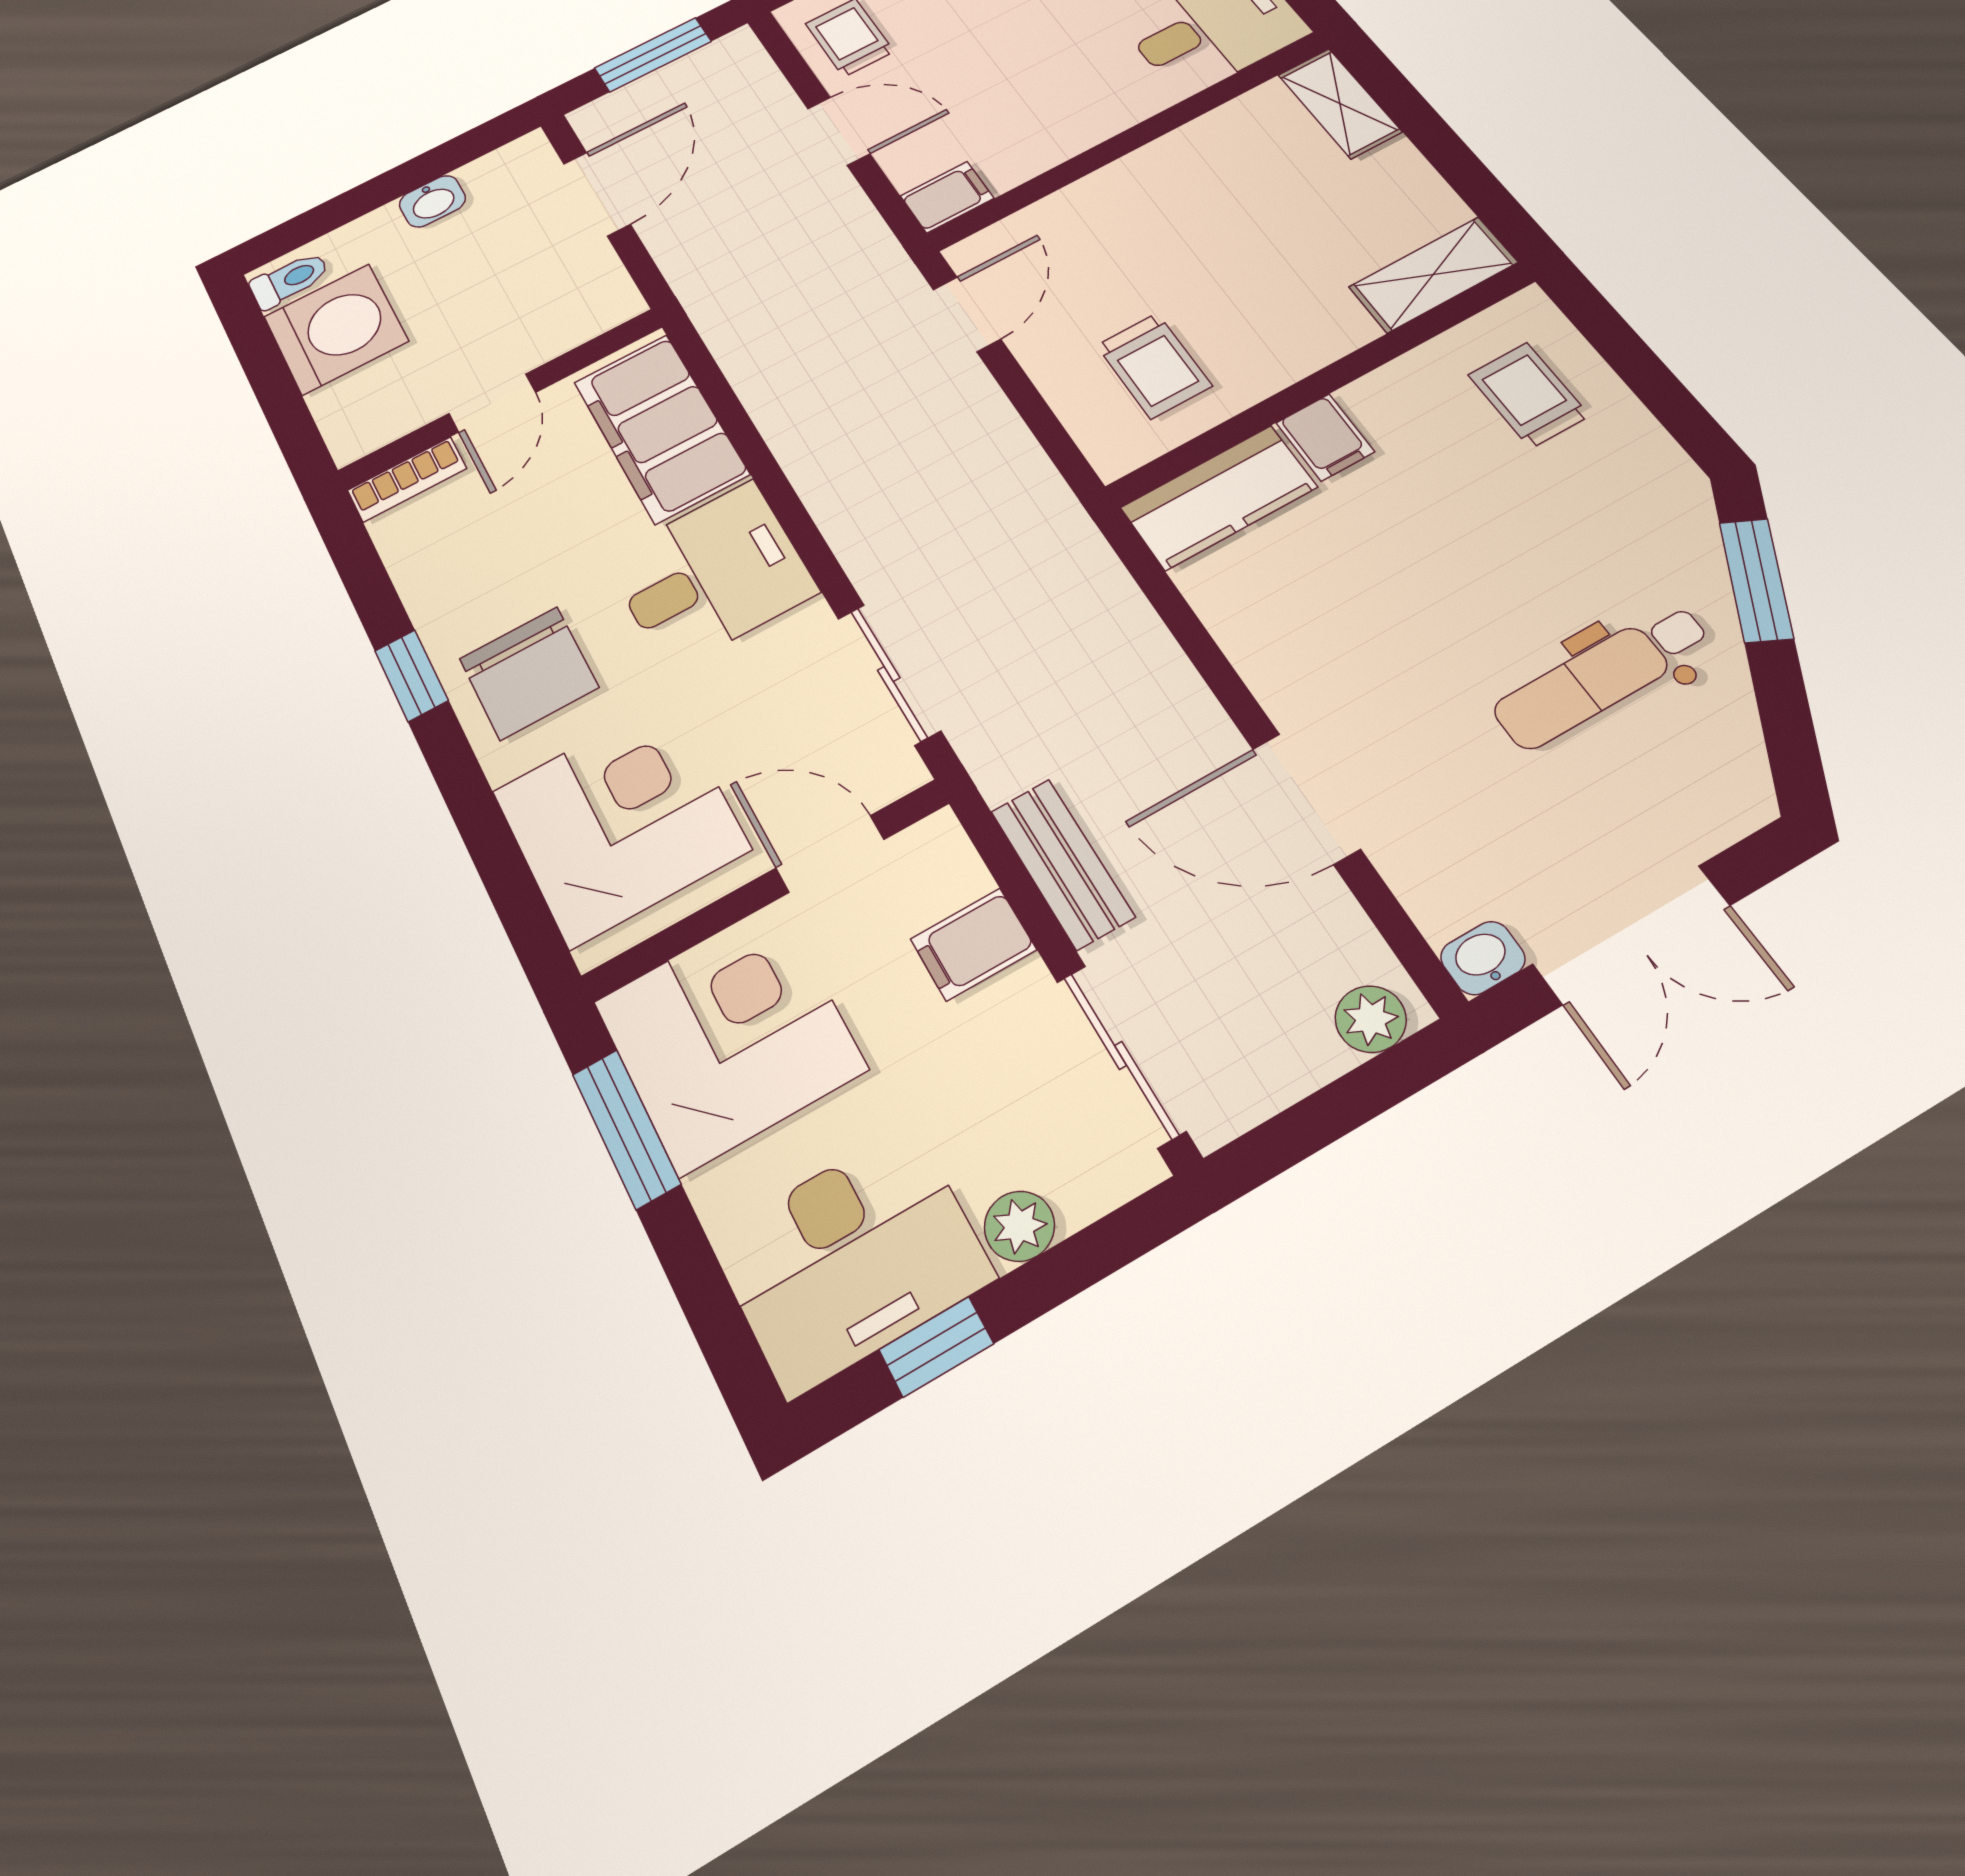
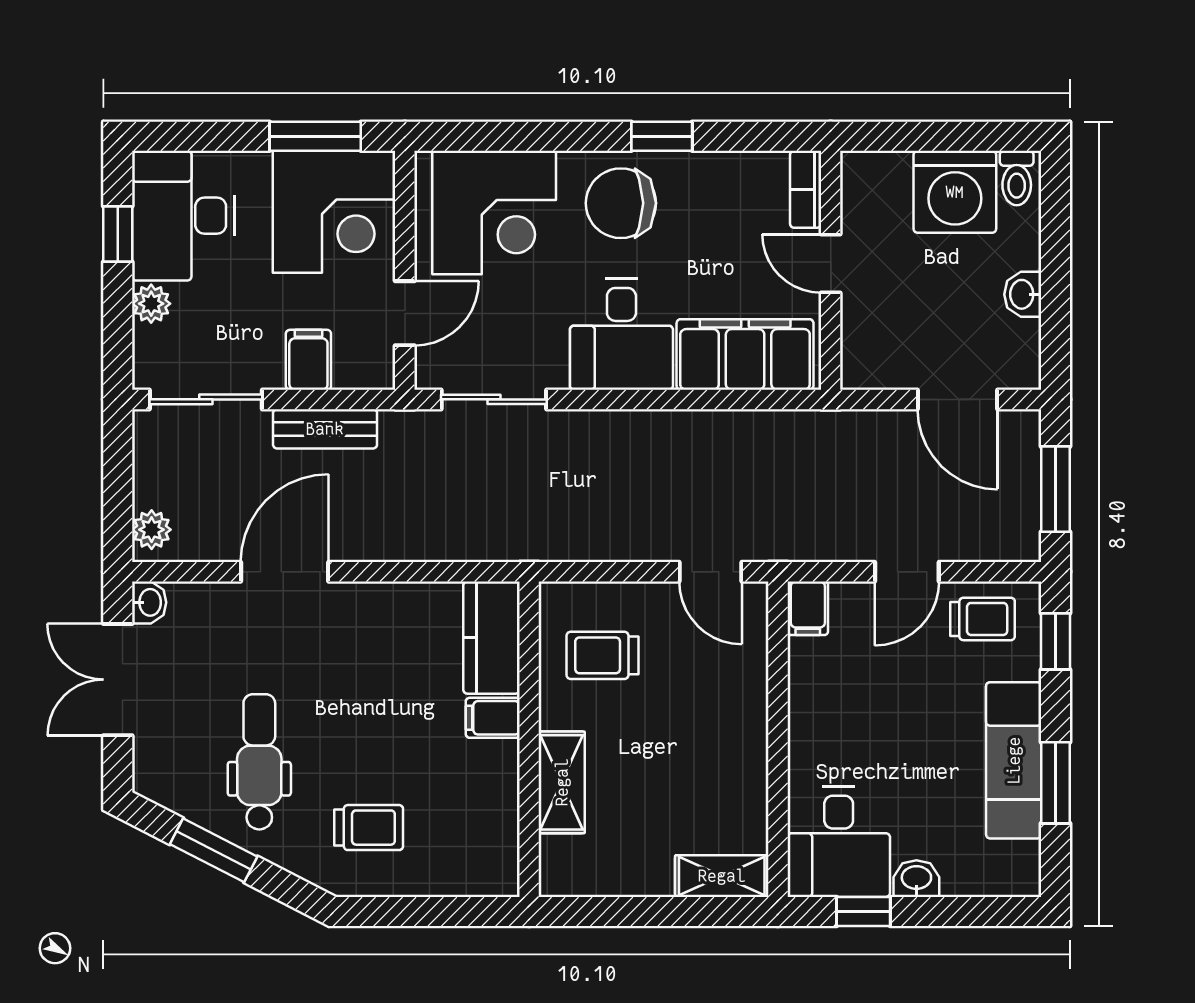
shelving: (1433, 275) -> (562, 782), moved
trolley: (1529, 395) -> (369, 828), moved
window: (1756, 580) -> (214, 850), moved

